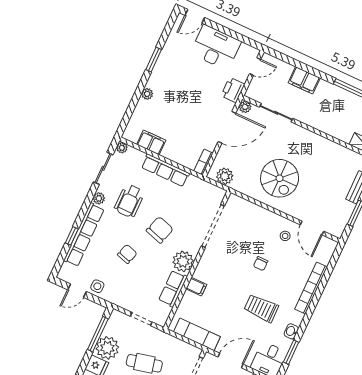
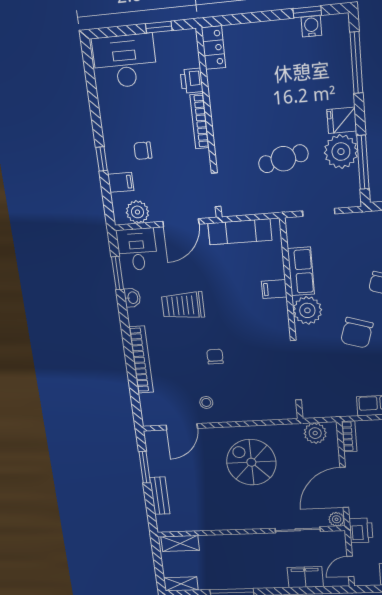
filing cabinet: (304, 80) -> (305, 577), moved
door: (312, 228) -> (182, 427), swing flipped
trolley: (261, 308) -> (183, 306), turned 180

